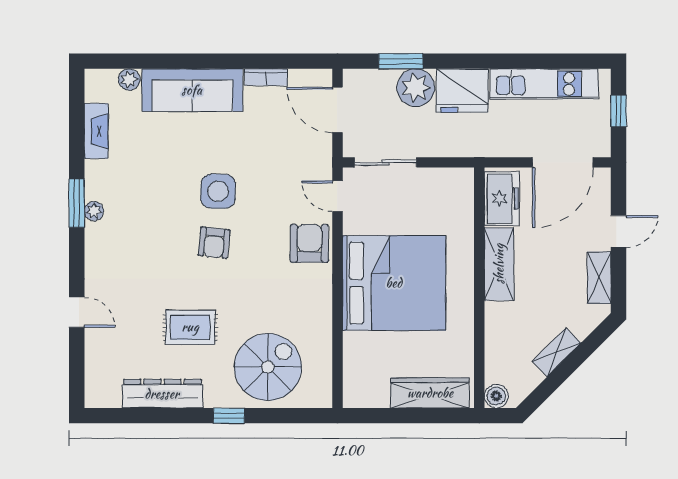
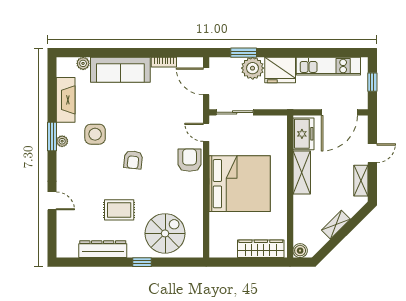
fireplace: (96, 131) -> (66, 100), width x1.37, depth x1.32
side table: (218, 191) -> (95, 134), moved

